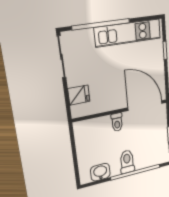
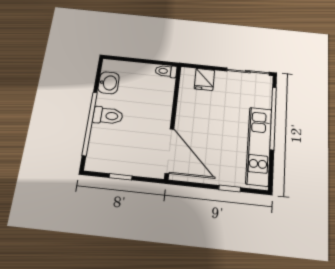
door: (145, 105) -> (169, 151), hinge flipped
toilet: (117, 122) -> (166, 71), moved

